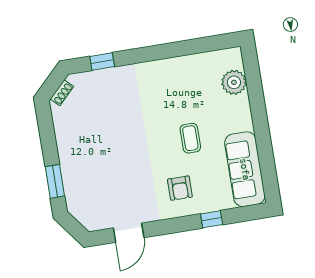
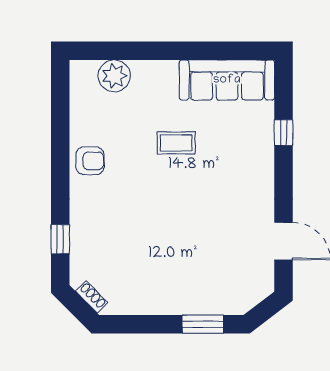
armchair: (180, 188) -> (90, 161), moved

